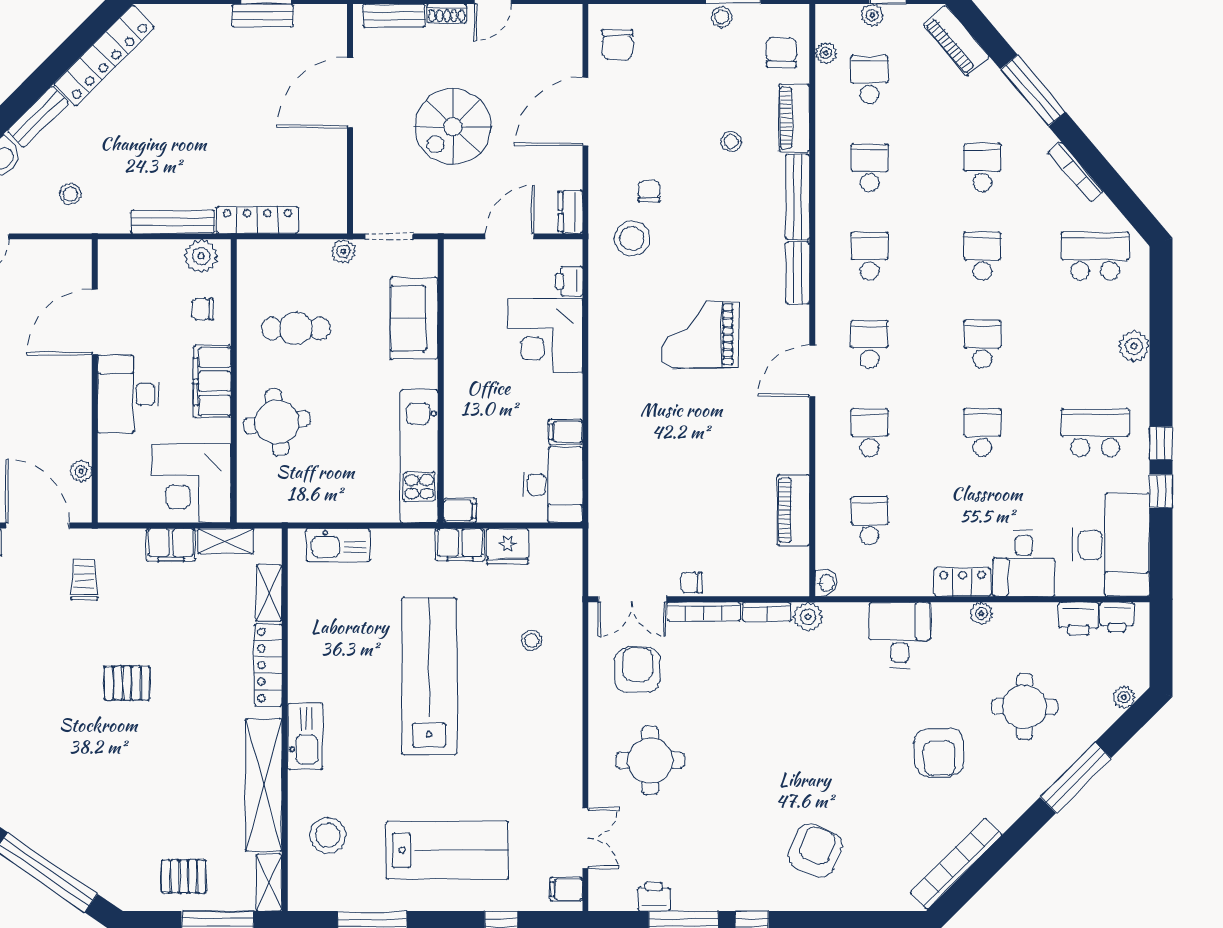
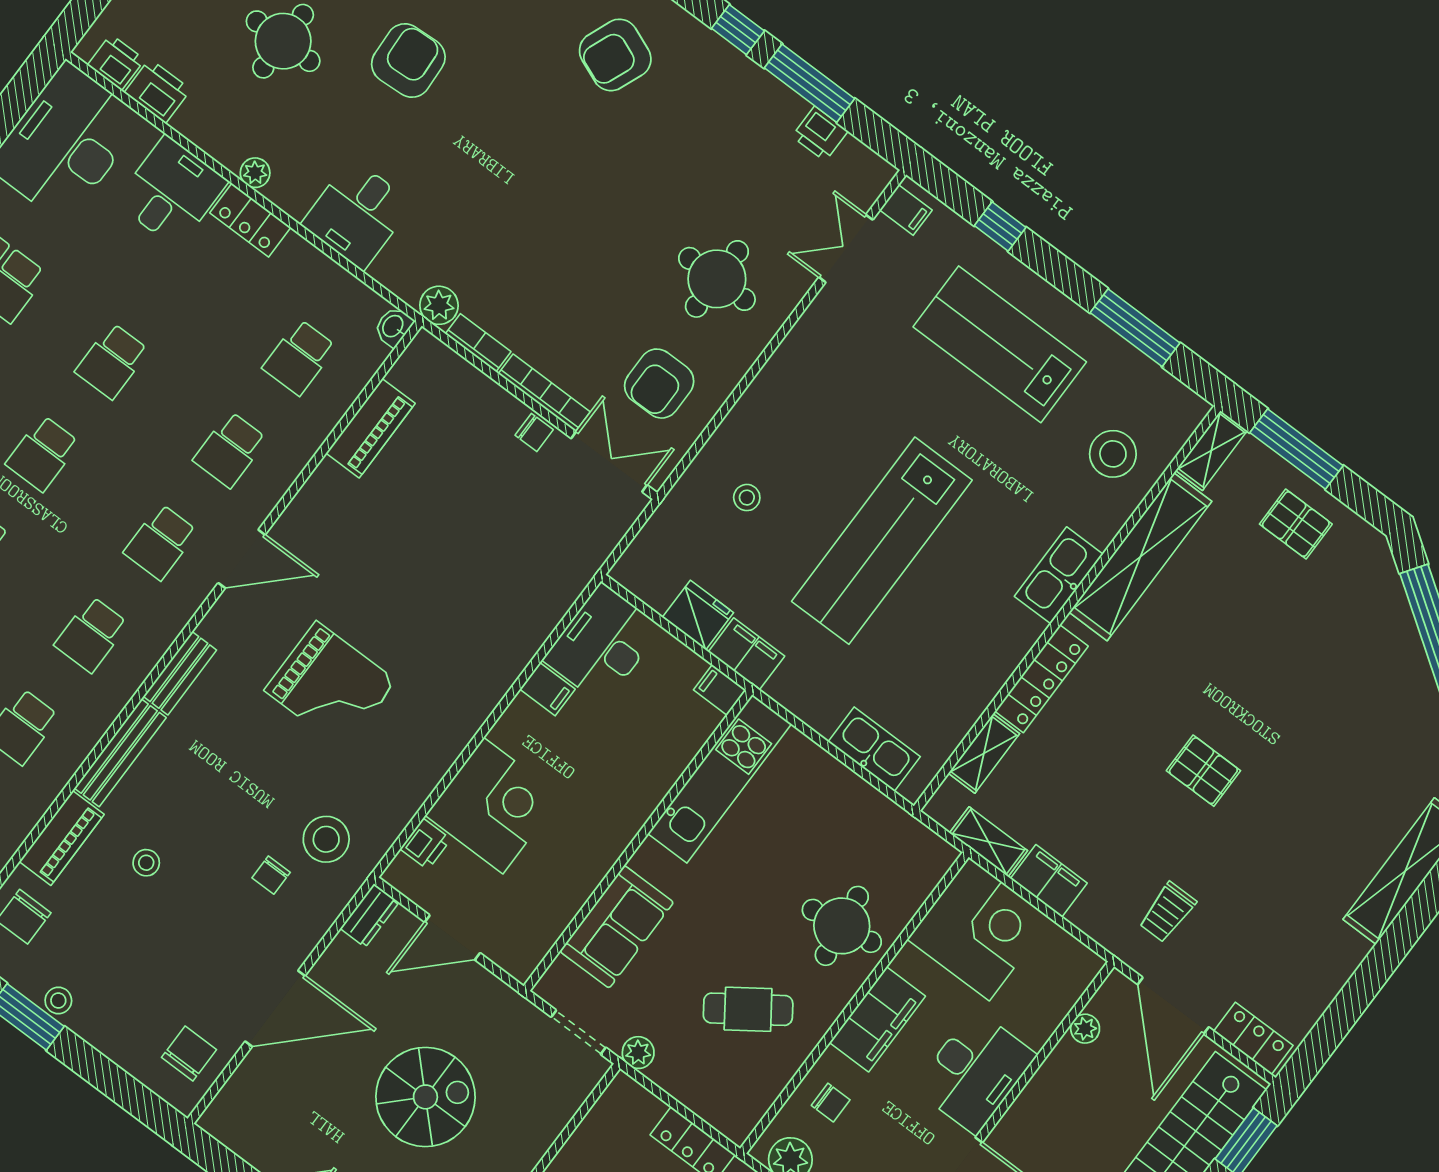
cafe table: (296, 328) -> (748, 1009), turned -35

